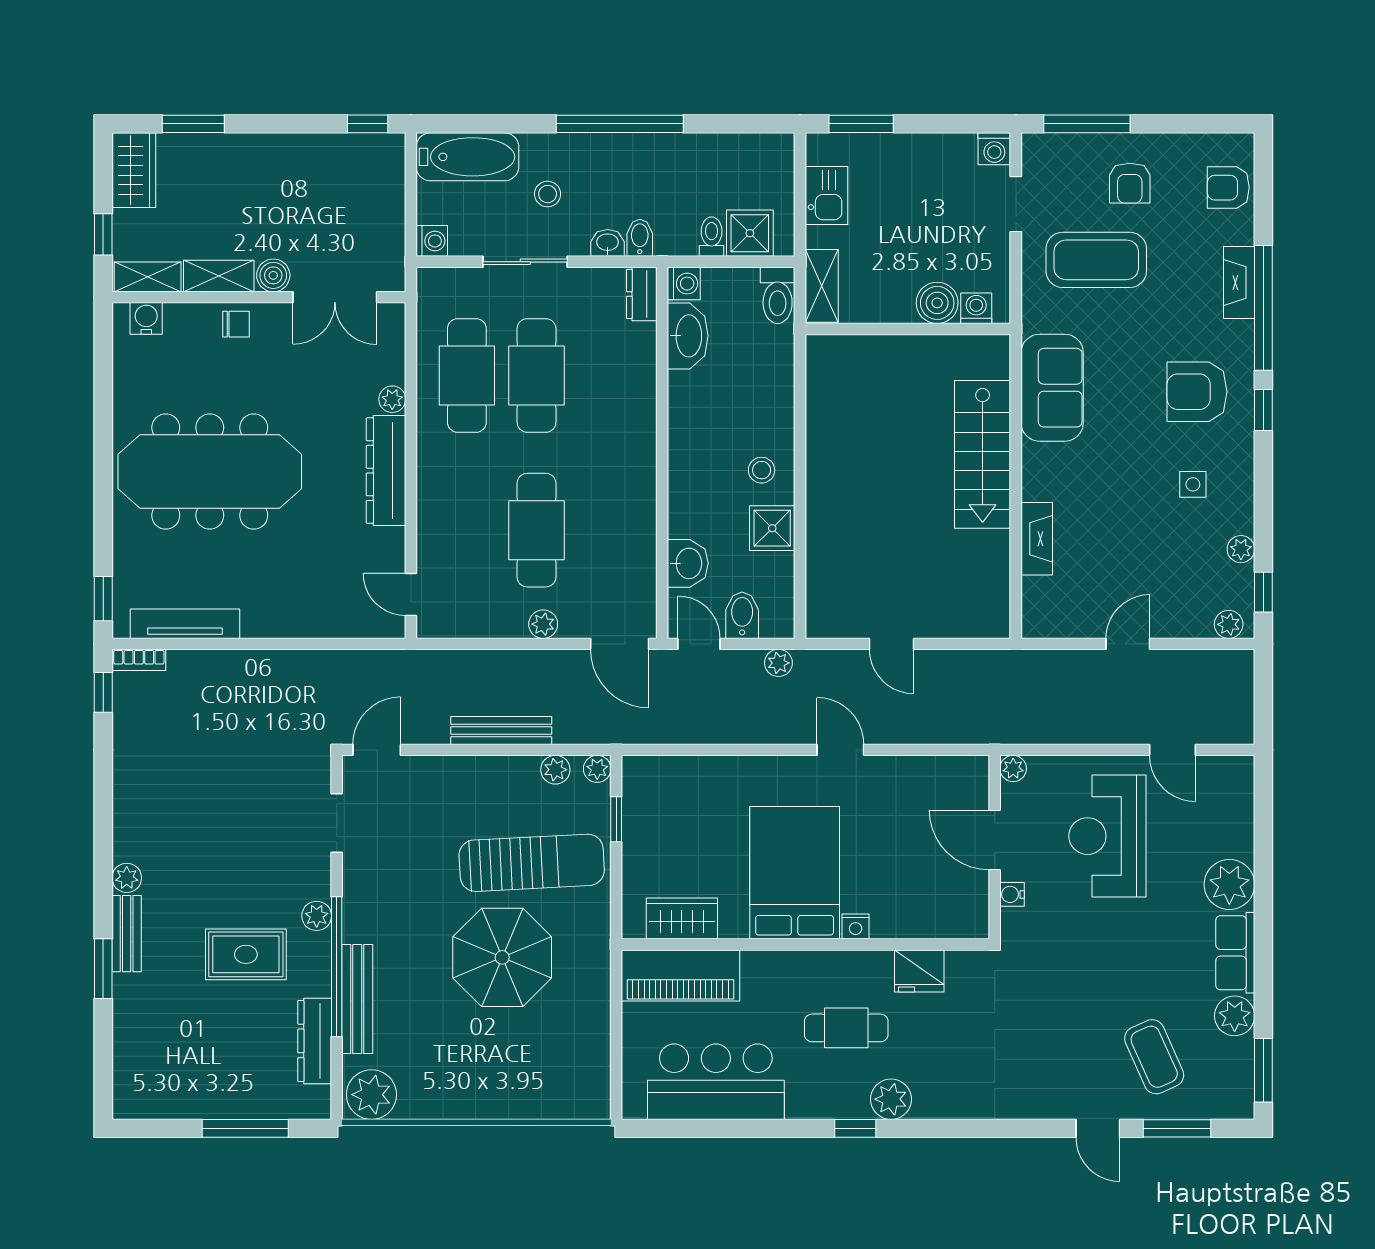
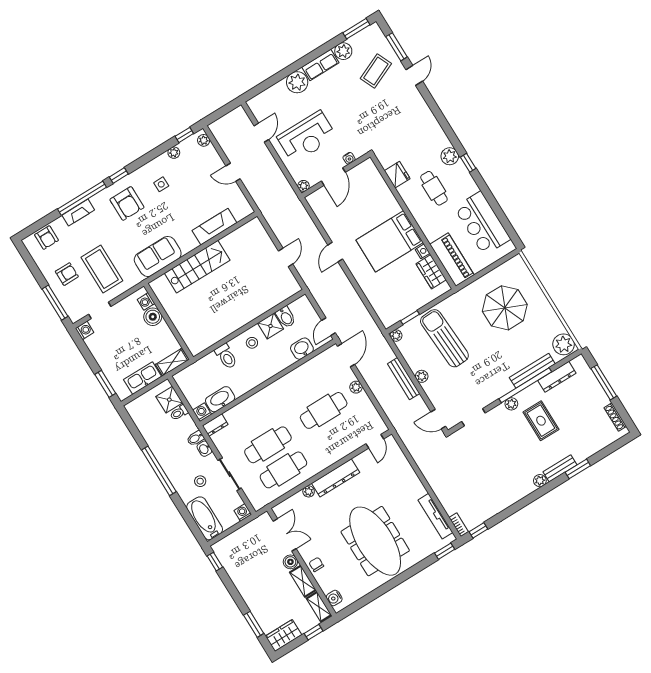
kitchen sink: (826, 195) -> (143, 378), width x1.38
toilet: (778, 295) -> (226, 356), moved, turned 90
fireplace: (1037, 539) -> (214, 227), width x1.37, depth x1.32
bidet: (742, 615) -> (286, 317), moved, turned -90
plant: (778, 663) -> (318, 294), removed
plant: (555, 770) -> (422, 376), moved
nightstand: (856, 927) -> (423, 251), moved
parasol: (502, 957) -> (505, 308), moved
shoe rack: (161, 1108) -> (615, 417), added

